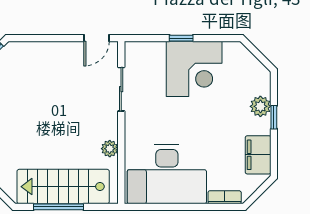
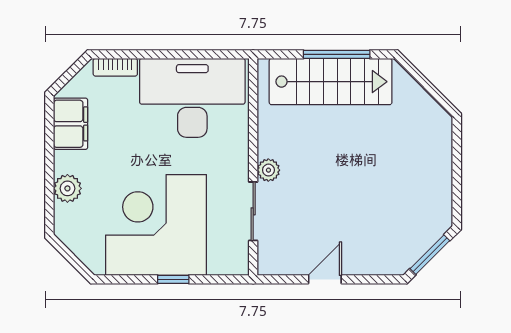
door: (97, 38) -> (325, 279), moved
corner desk: (194, 69) -> (156, 225), width x1.36, depth x1.36
window: (274, 117) -> (49, 174), removed
plant: (110, 149) -> (268, 170), moved

